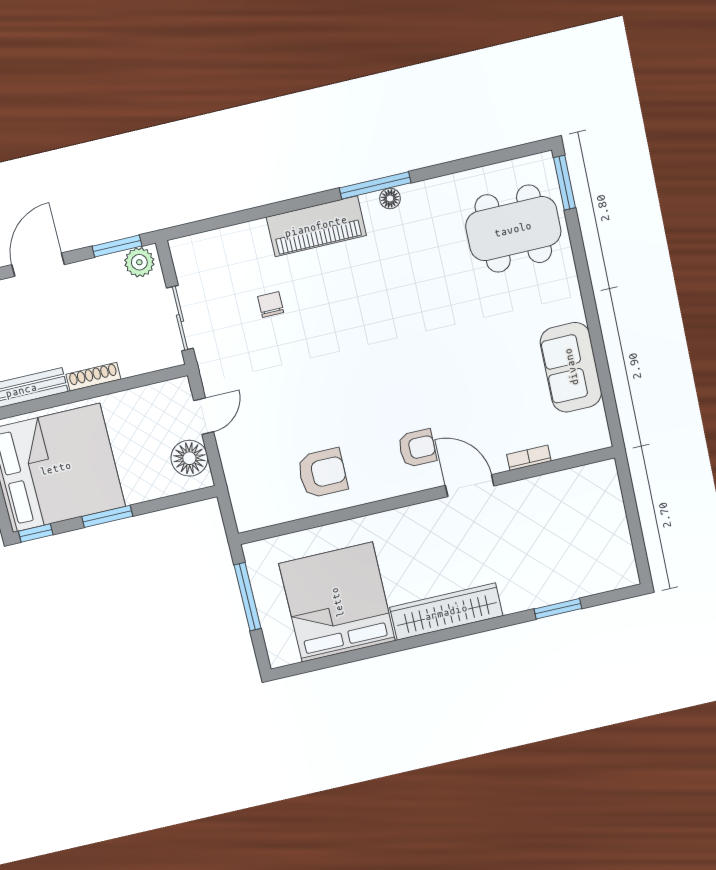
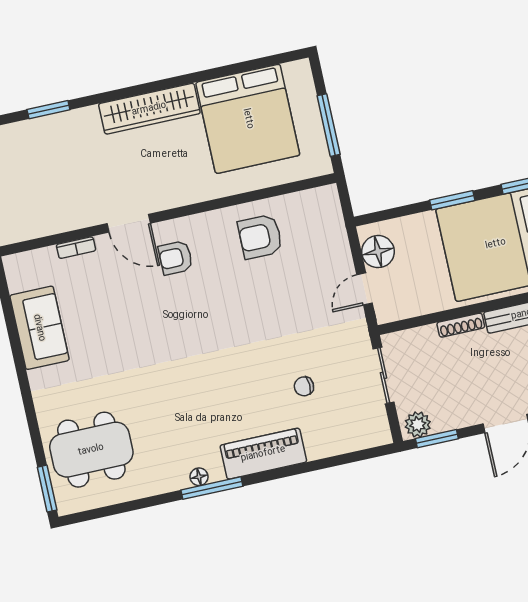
chair: (271, 305) -> (304, 386), turned 87

